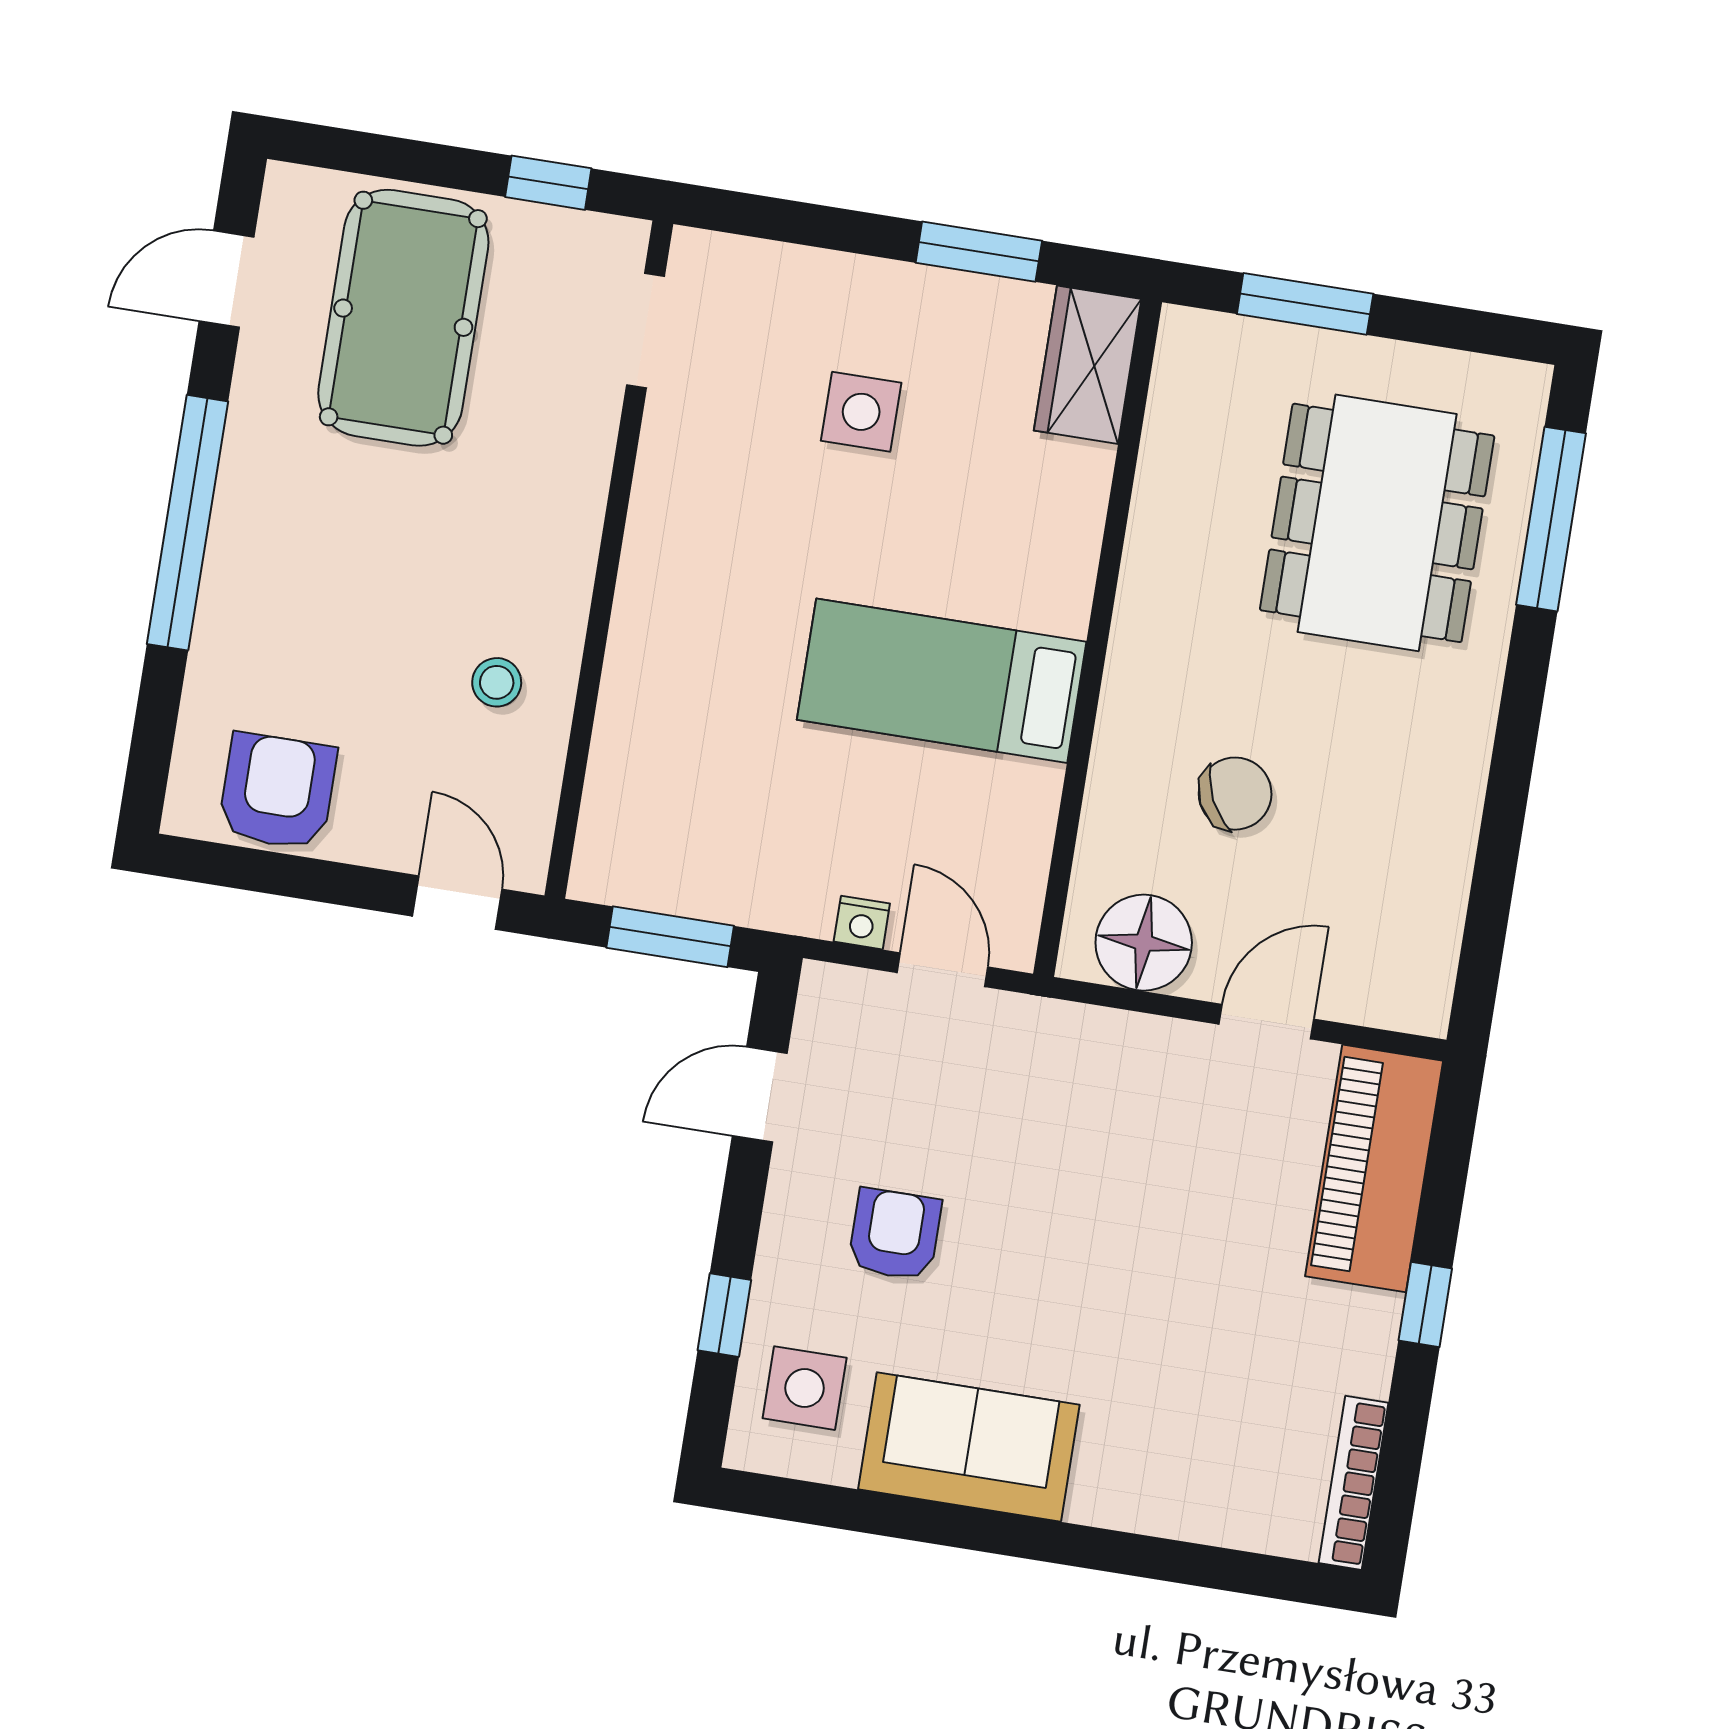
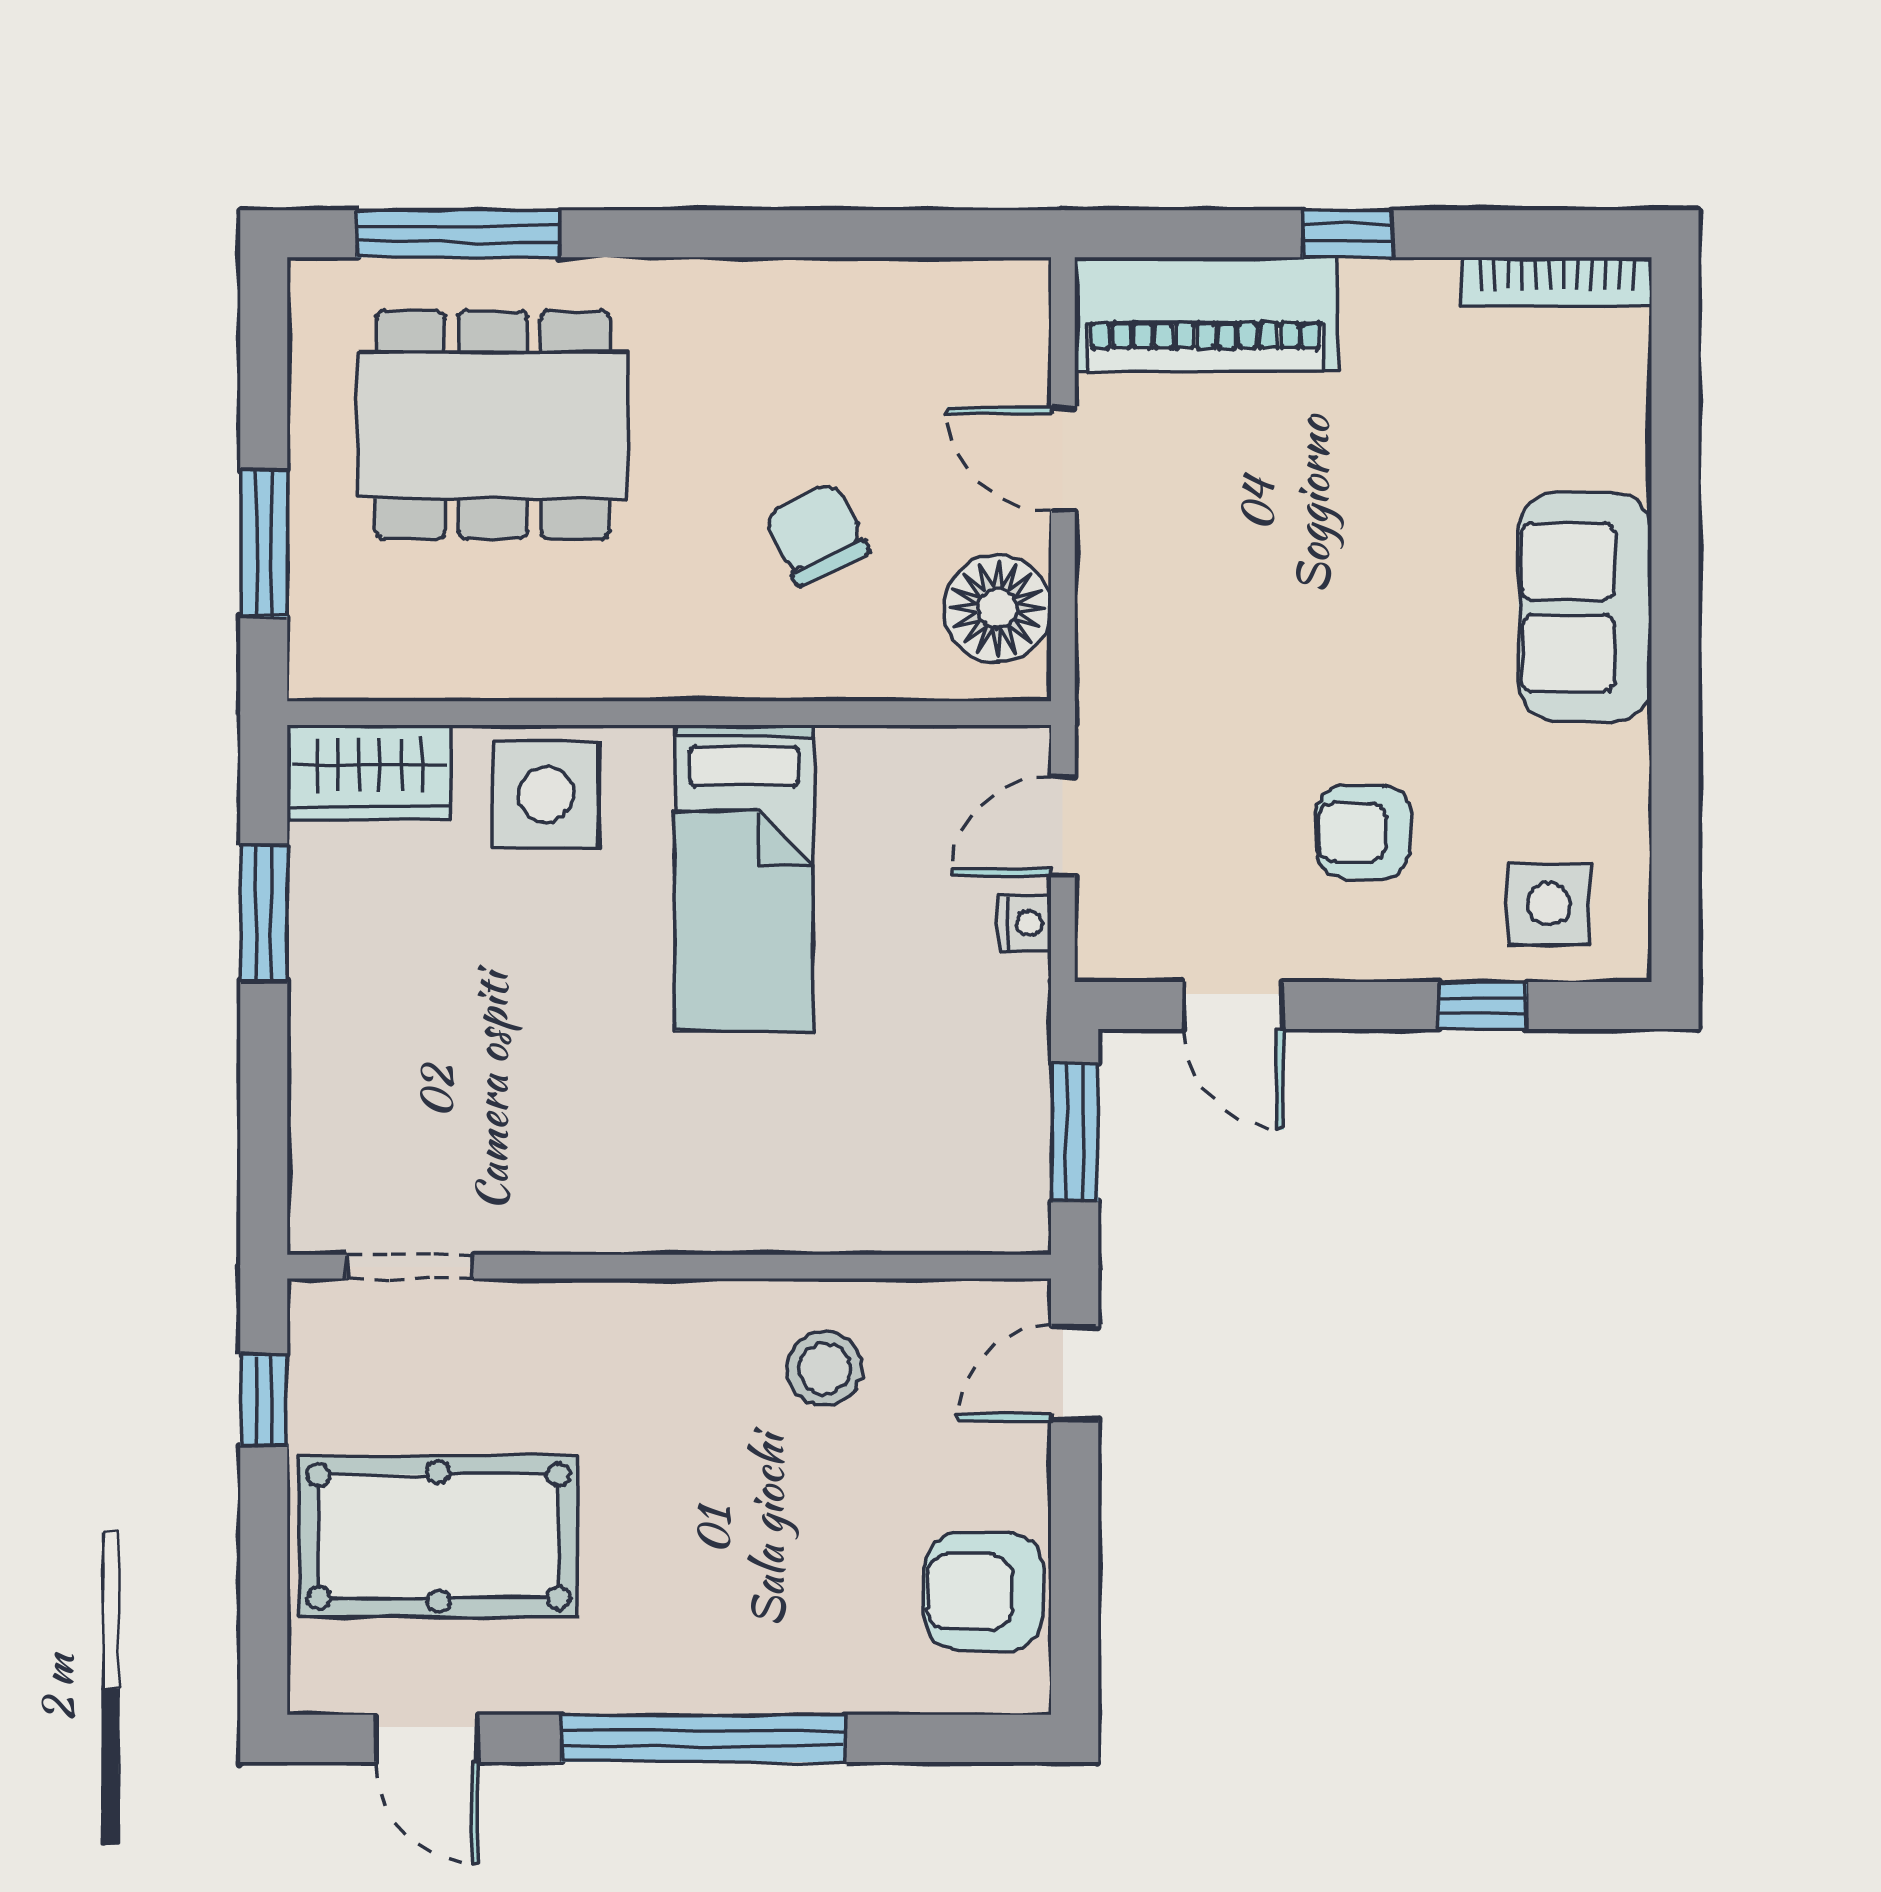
side table: (861, 412) -> (546, 794), moved, width x1.37, depth x1.37
stool: (497, 682) -> (824, 1369), width x1.37, depth x1.37
sofa: (969, 1447) -> (1585, 607), moved

